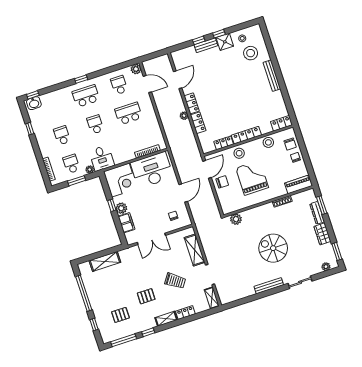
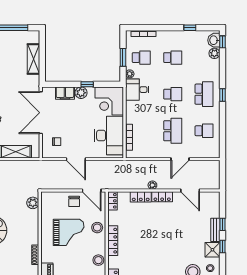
plant: (136, 69) -> (214, 53), moved
door: (147, 84) -> (180, 159), moved
locker: (224, 143) -> (112, 201), moved
double door: (151, 239) -> (41, 113), width x1.36

